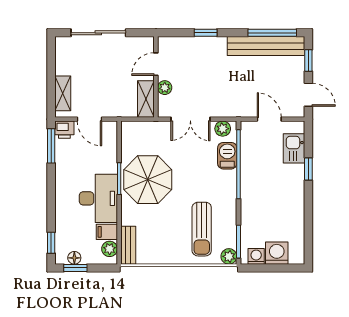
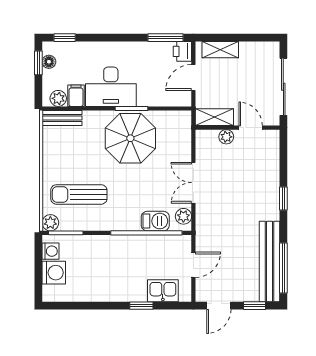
door: (156, 64) -> (251, 128), moved
wall: (156, 77) -> (237, 128), moved
plant: (165, 88) -> (226, 137), moved
shelving: (146, 99) -> (214, 117), moved

